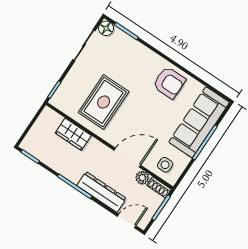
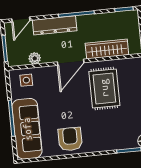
armchair: (169, 83) -> (70, 139), turned 90
wardrobe: (73, 134) -> (107, 49), width x1.50
door: (127, 158) -> (71, 62), moved
shoe rack: (159, 187) -> (18, 61), removed

